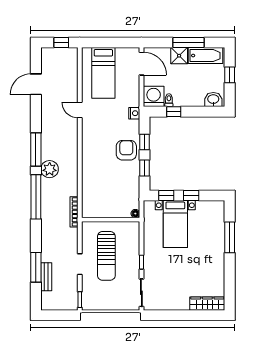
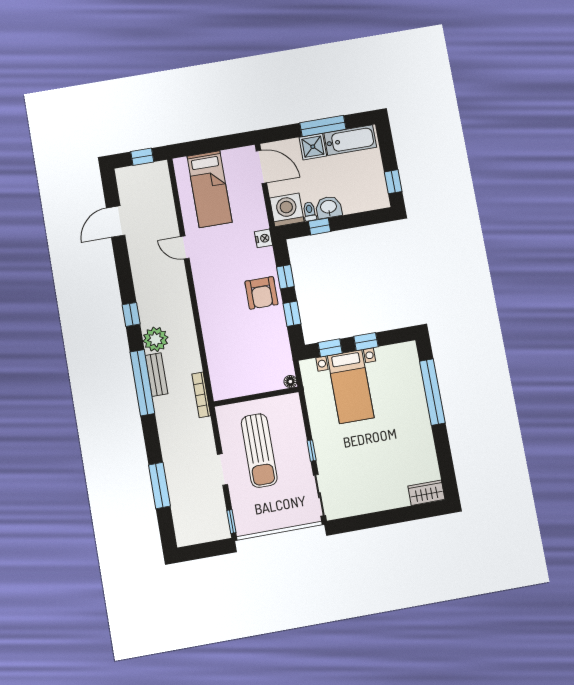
window: (230, 75) -> (393, 182), moved
washbasin: (213, 99) -> (329, 207), moved
window: (36, 149) -> (131, 314), width x0.46
armchair: (126, 150) -> (261, 293), turned 180
window: (230, 237) -> (432, 392), width x1.46
bench: (46, 277) -> (157, 375), moved
wardrobe: (207, 304) -> (426, 493), width x0.67

